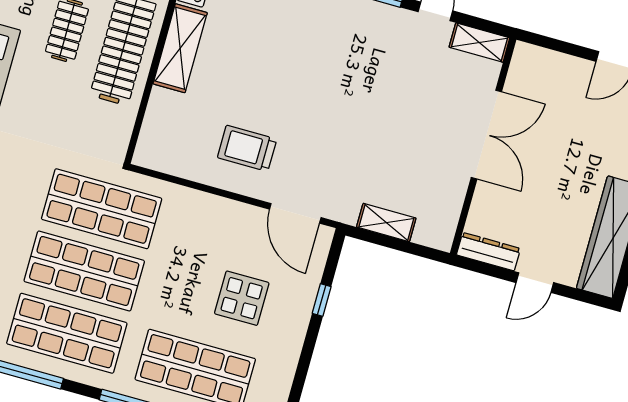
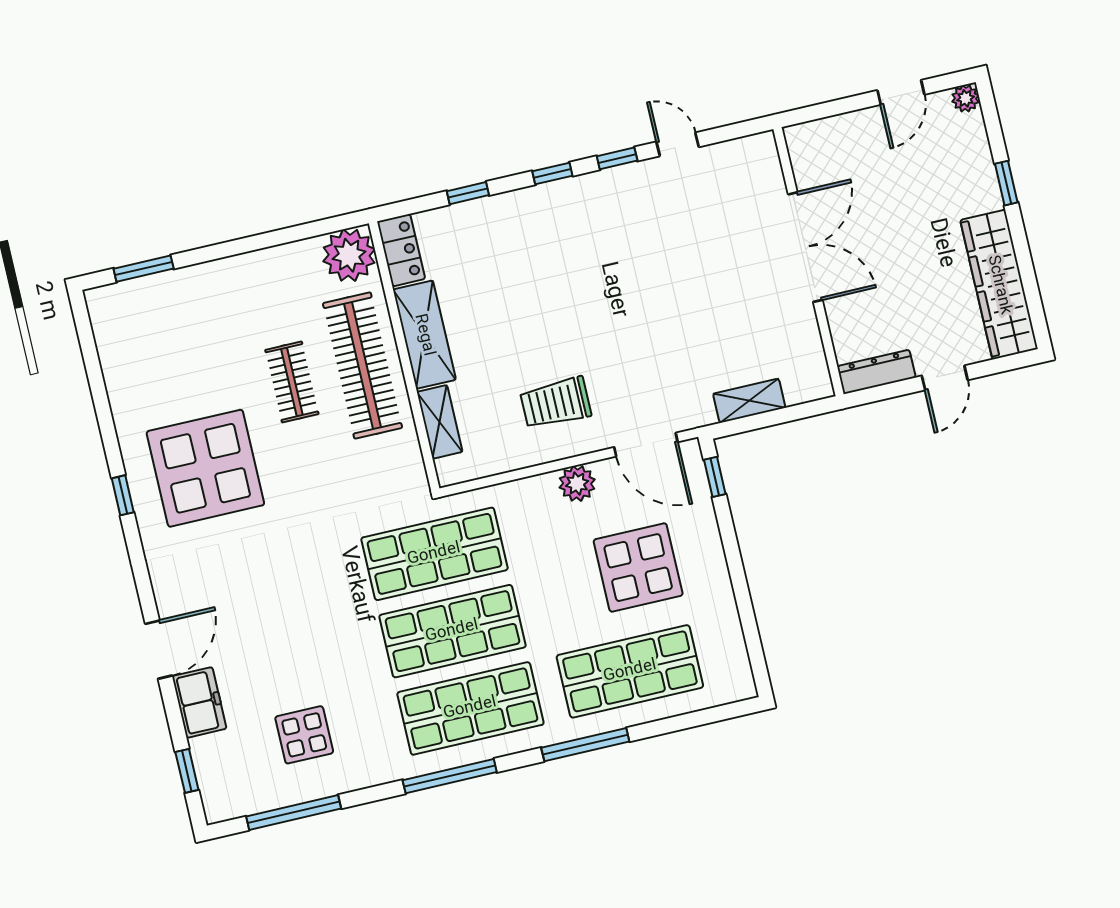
shelving: (479, 43) -> (440, 422), moved, turned 90
plant: (231, 214) -> (577, 483), added
display table: (242, 298) -> (638, 568), width x1.36, depth x1.36
window: (322, 300) -> (715, 477), moved

